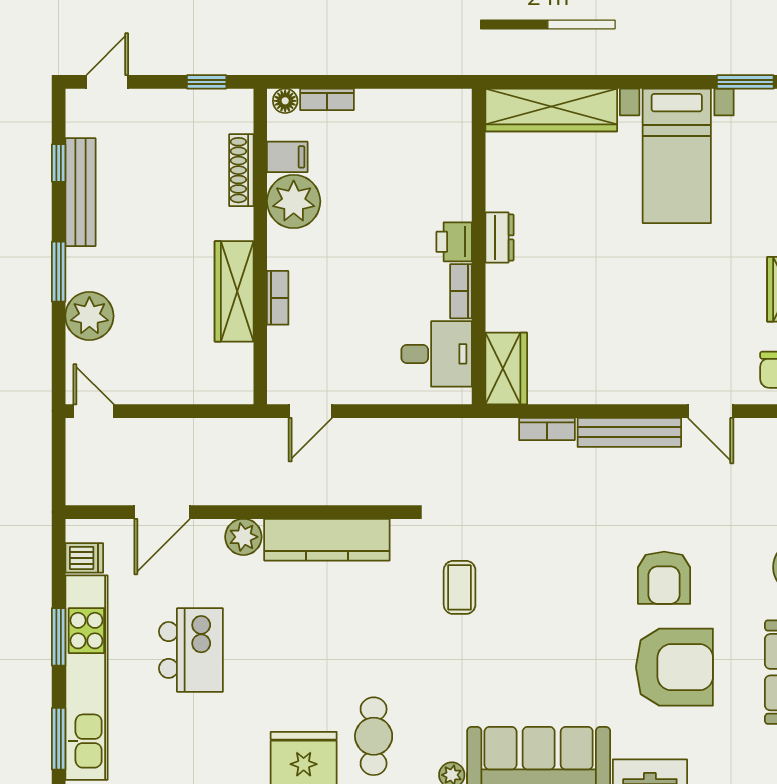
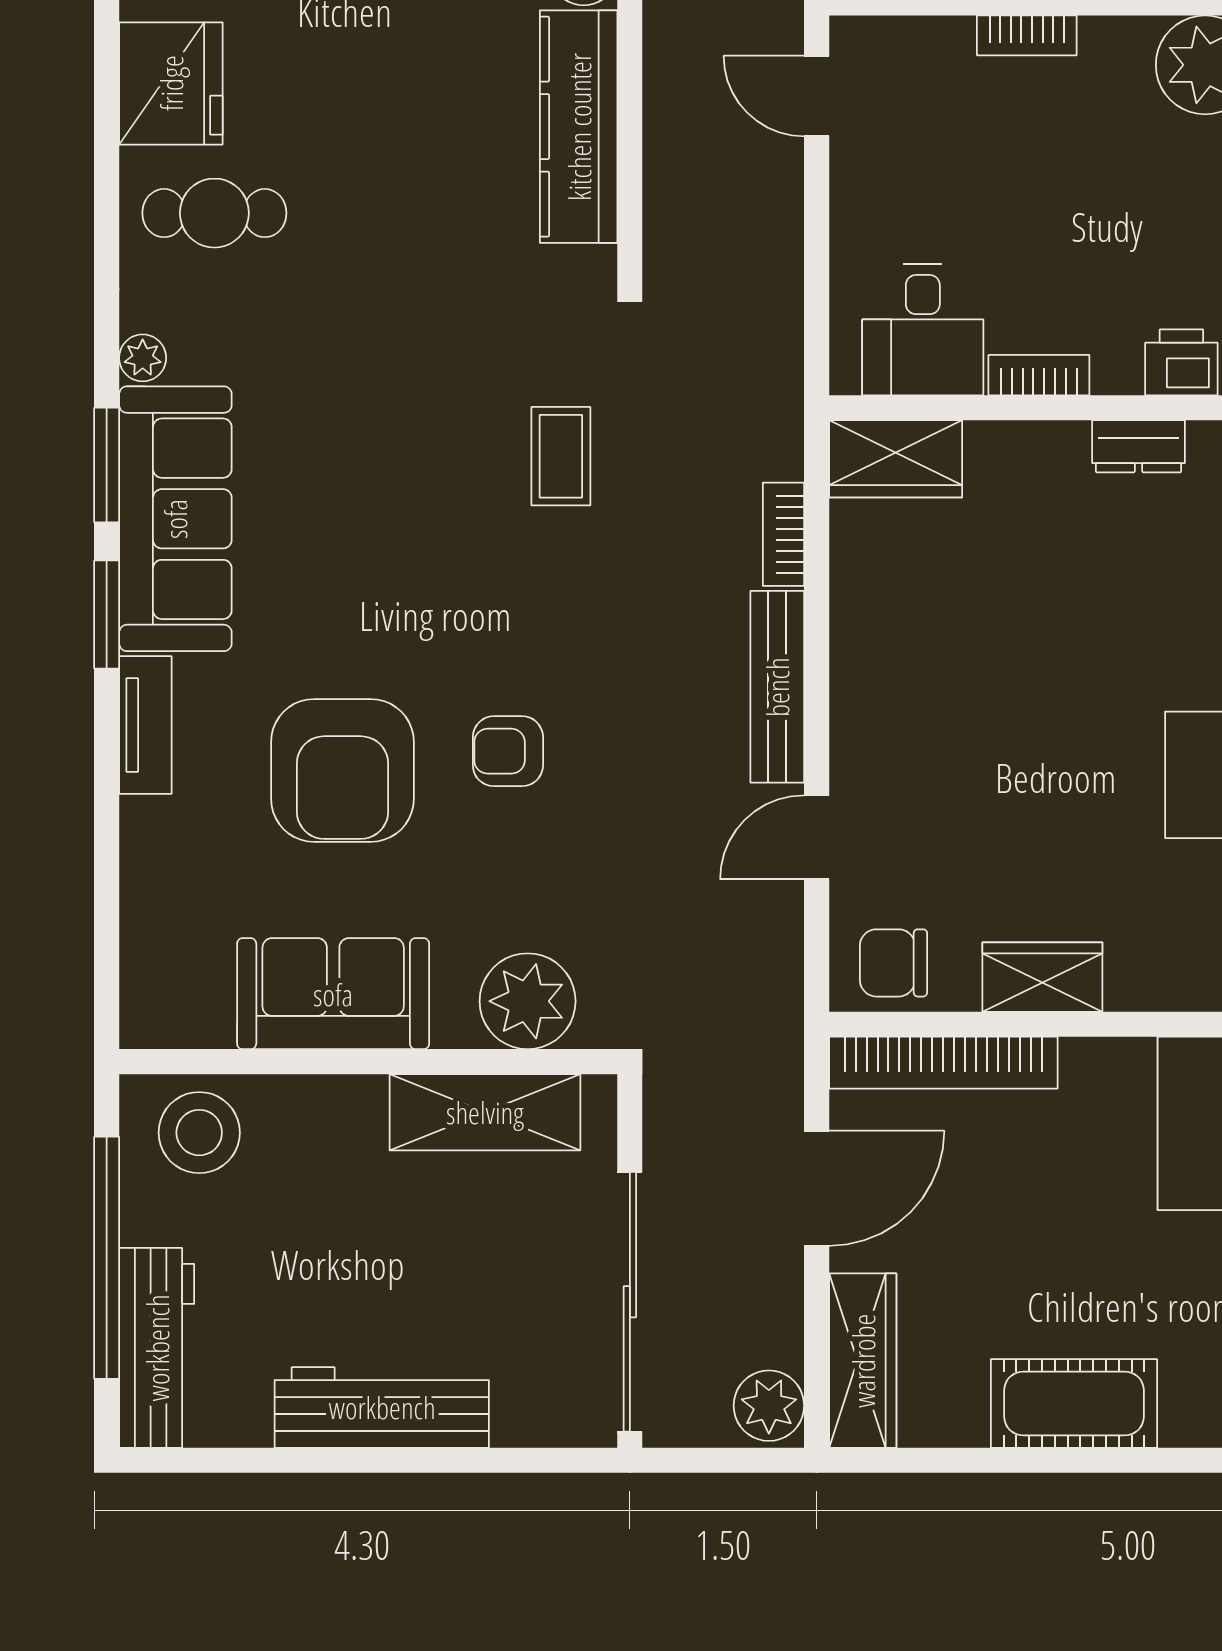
printer: (454, 242) -> (1181, 362), moved
armchair: (664, 578) -> (508, 751), width x0.72, depth x0.72
coffee table: (460, 587) -> (561, 456), moved, turned 90

